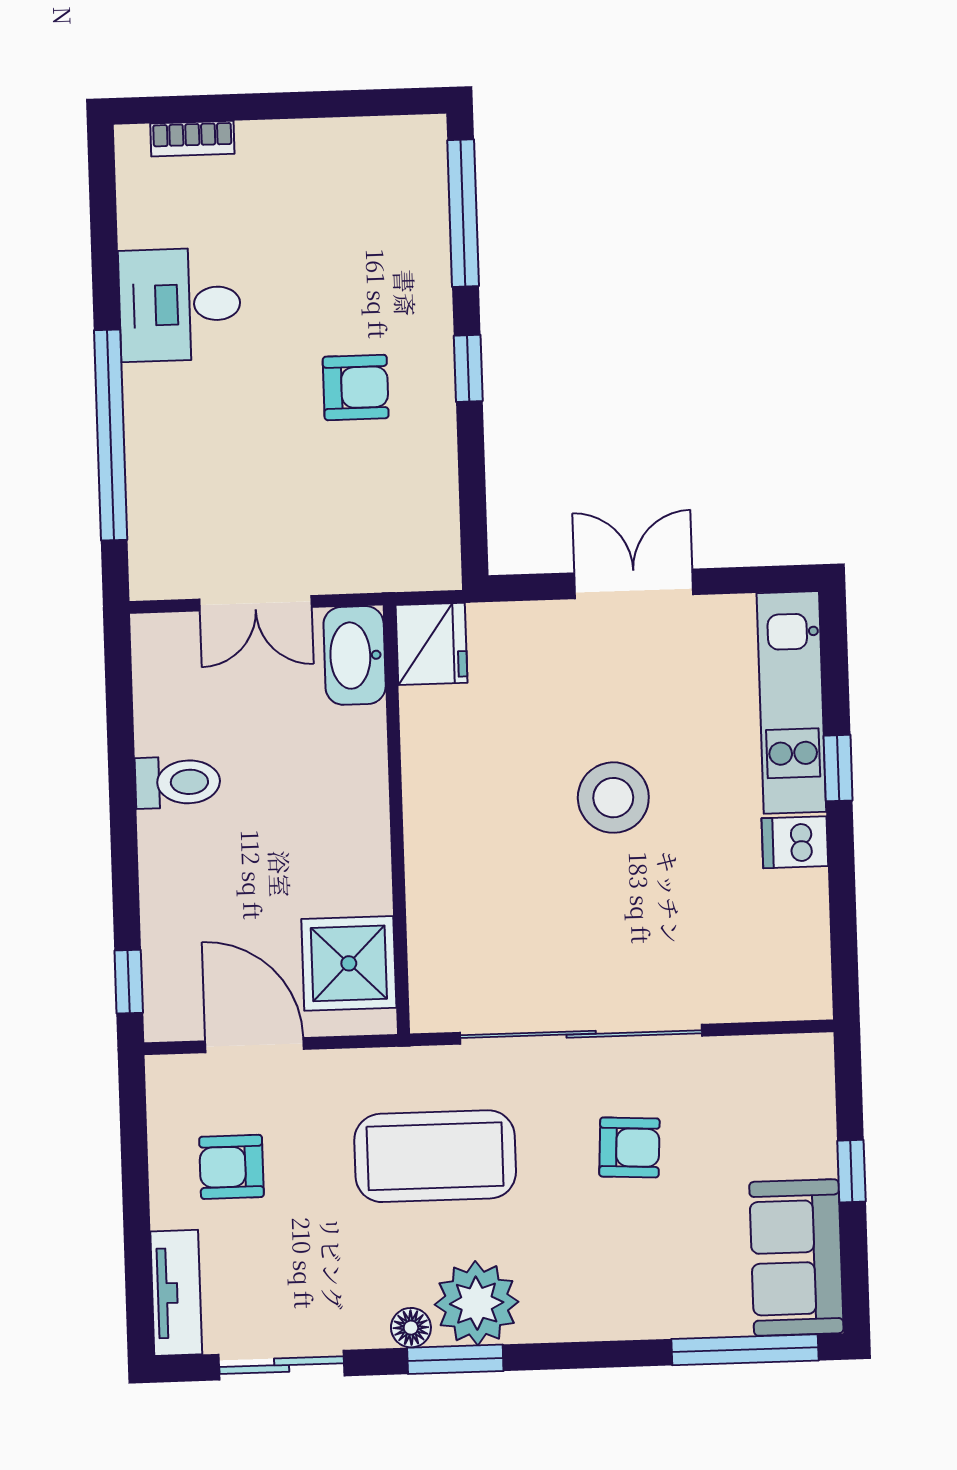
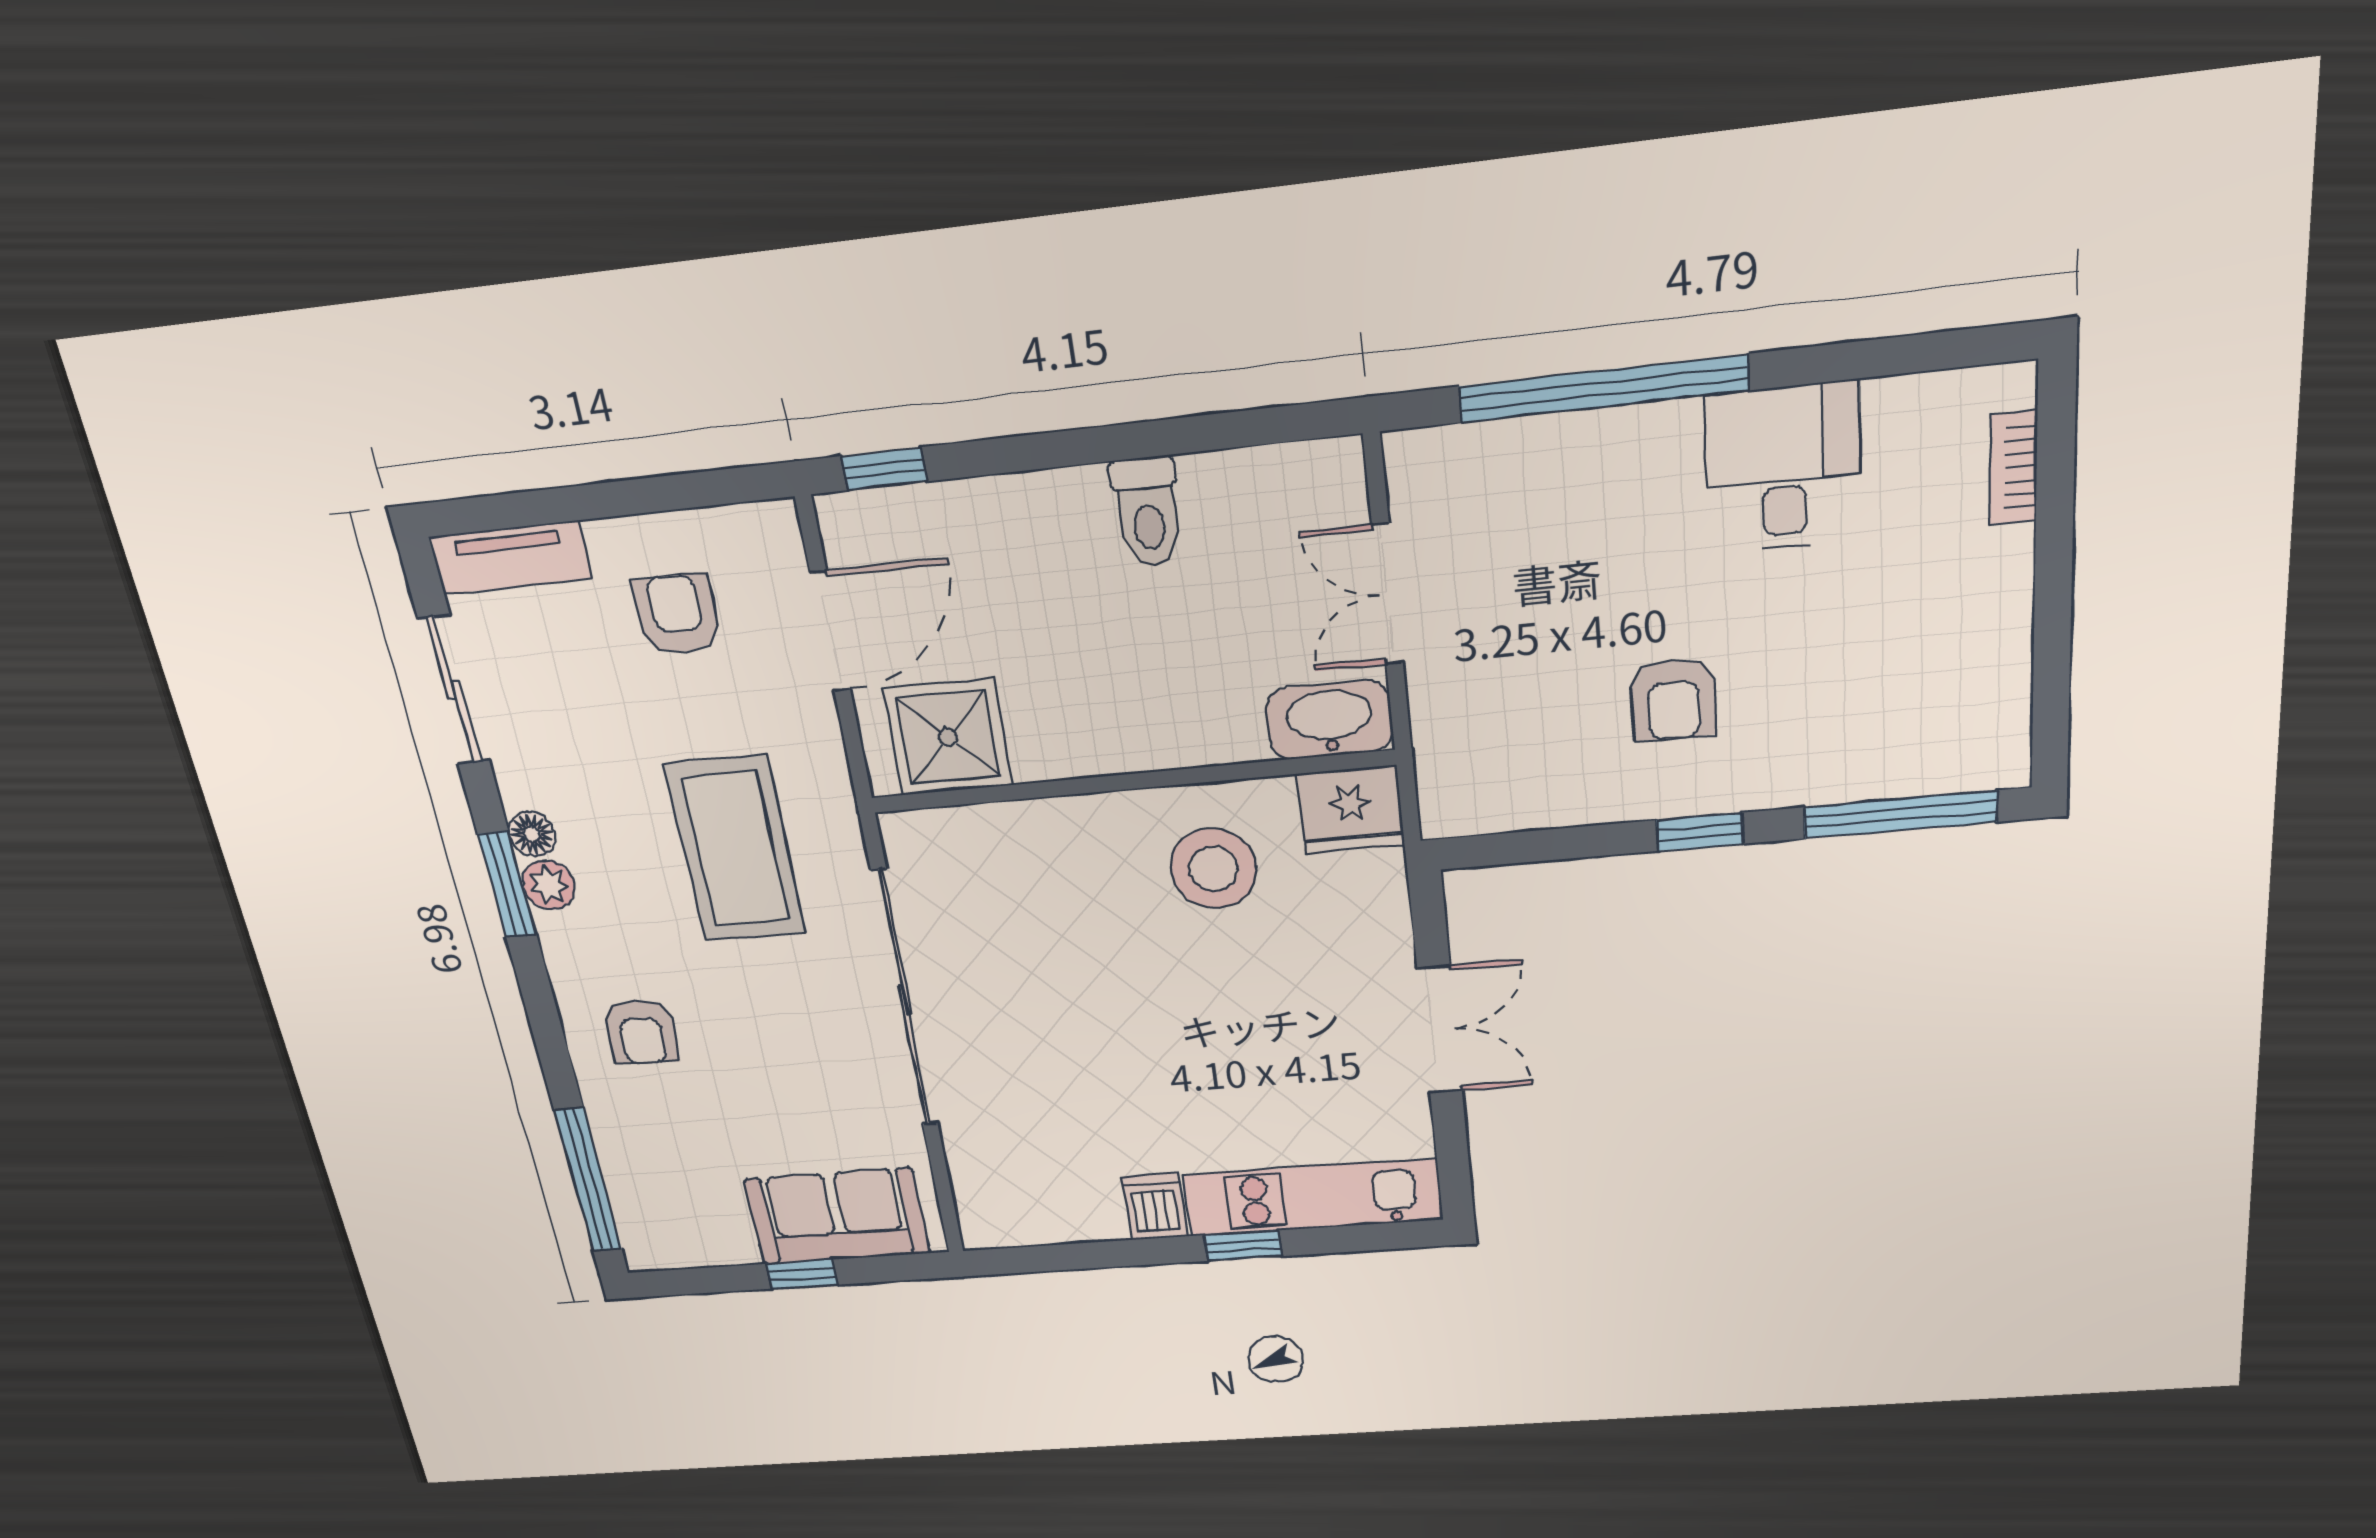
stool: (613, 798) -> (1214, 869), moved
armchair: (629, 1147) -> (641, 1032), moved
sofa: (796, 1258) -> (837, 1216), moved
plant: (477, 1303) -> (548, 885), width x0.53, depth x0.53

